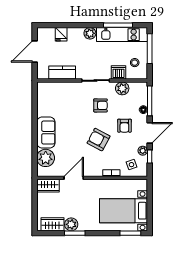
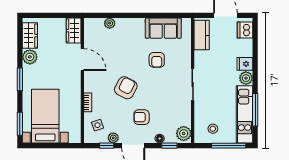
fridge: (61, 34) -> (245, 64), moved
dishwasher: (119, 72) -> (245, 30), moved, turned 180
kitchen counter: (62, 73) -> (202, 35), moved
plant: (122, 88) -> (184, 133), moved
window: (150, 101) -> (169, 146), width x0.46
armchair: (100, 105) -> (157, 60), moved
sofa: (46, 133) -> (163, 28), moved
plant: (46, 158) -> (110, 23), width x0.53, depth x0.53
window: (75, 233) -> (20, 79), moved

